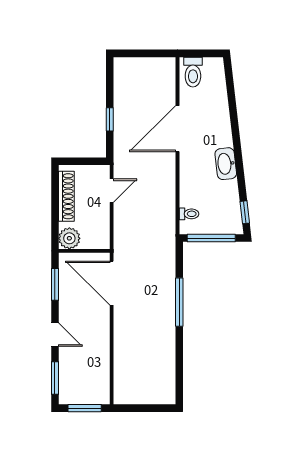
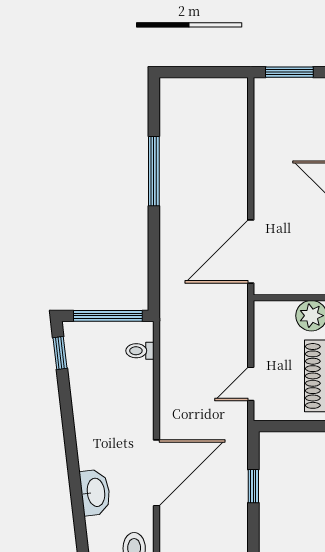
washbasin: (226, 164) -> (95, 492), moved
door: (112, 283) -> (251, 252), swing flipped
window: (179, 302) -> (154, 171), moved

